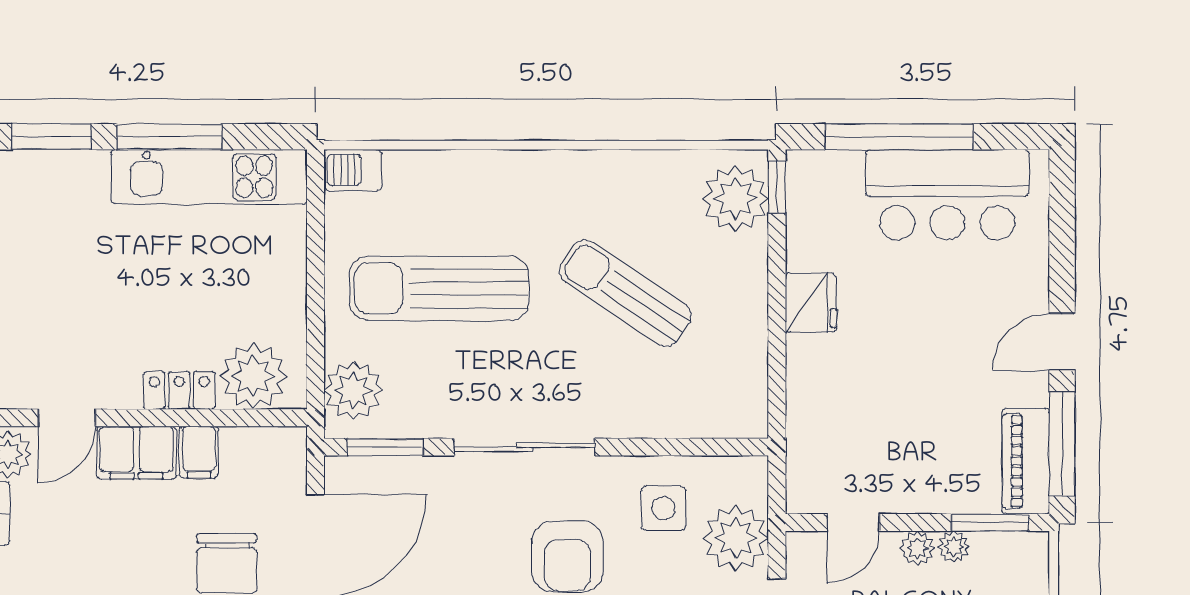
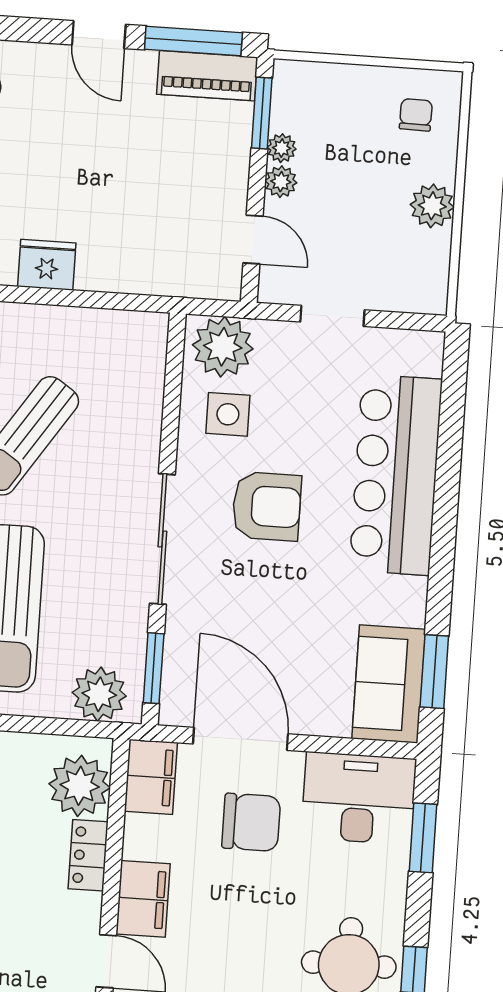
filing cabinet: (199, 452) -> (151, 777), moved, width x2.00
plant: (736, 538) -> (223, 347), moved

